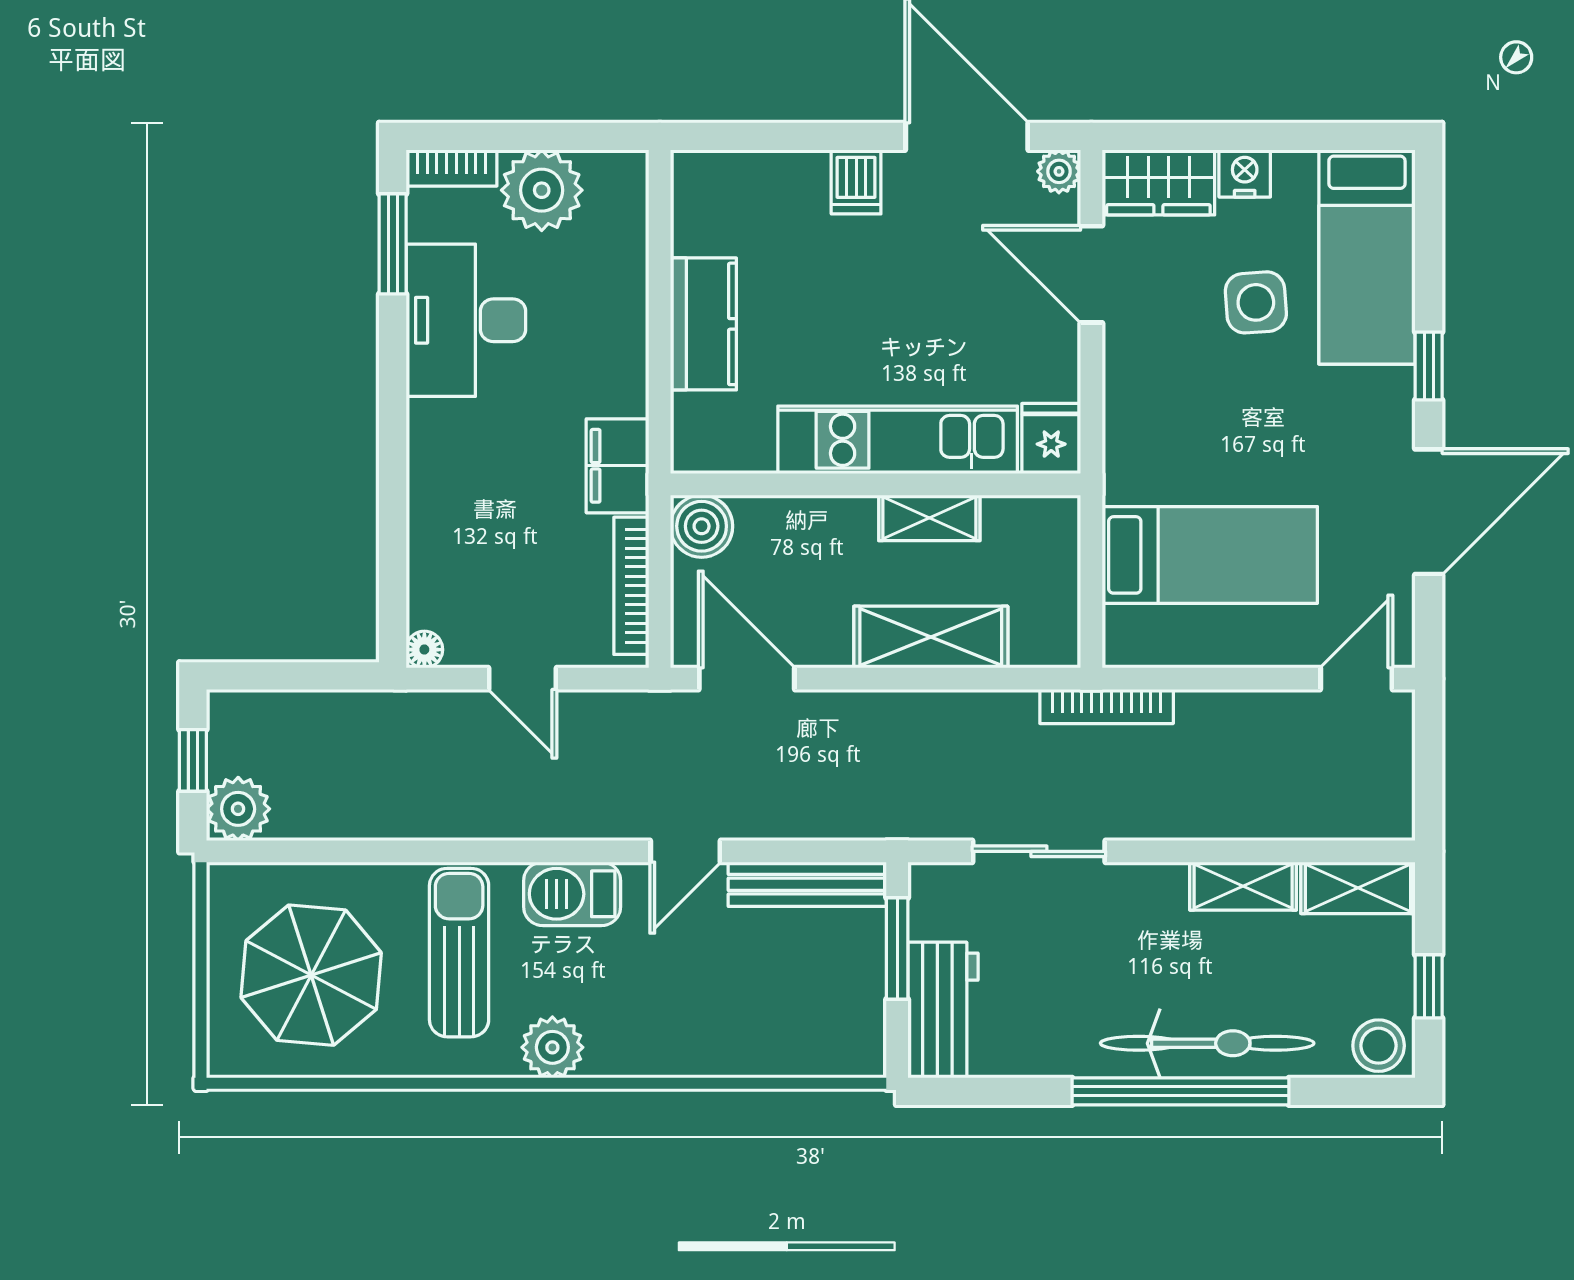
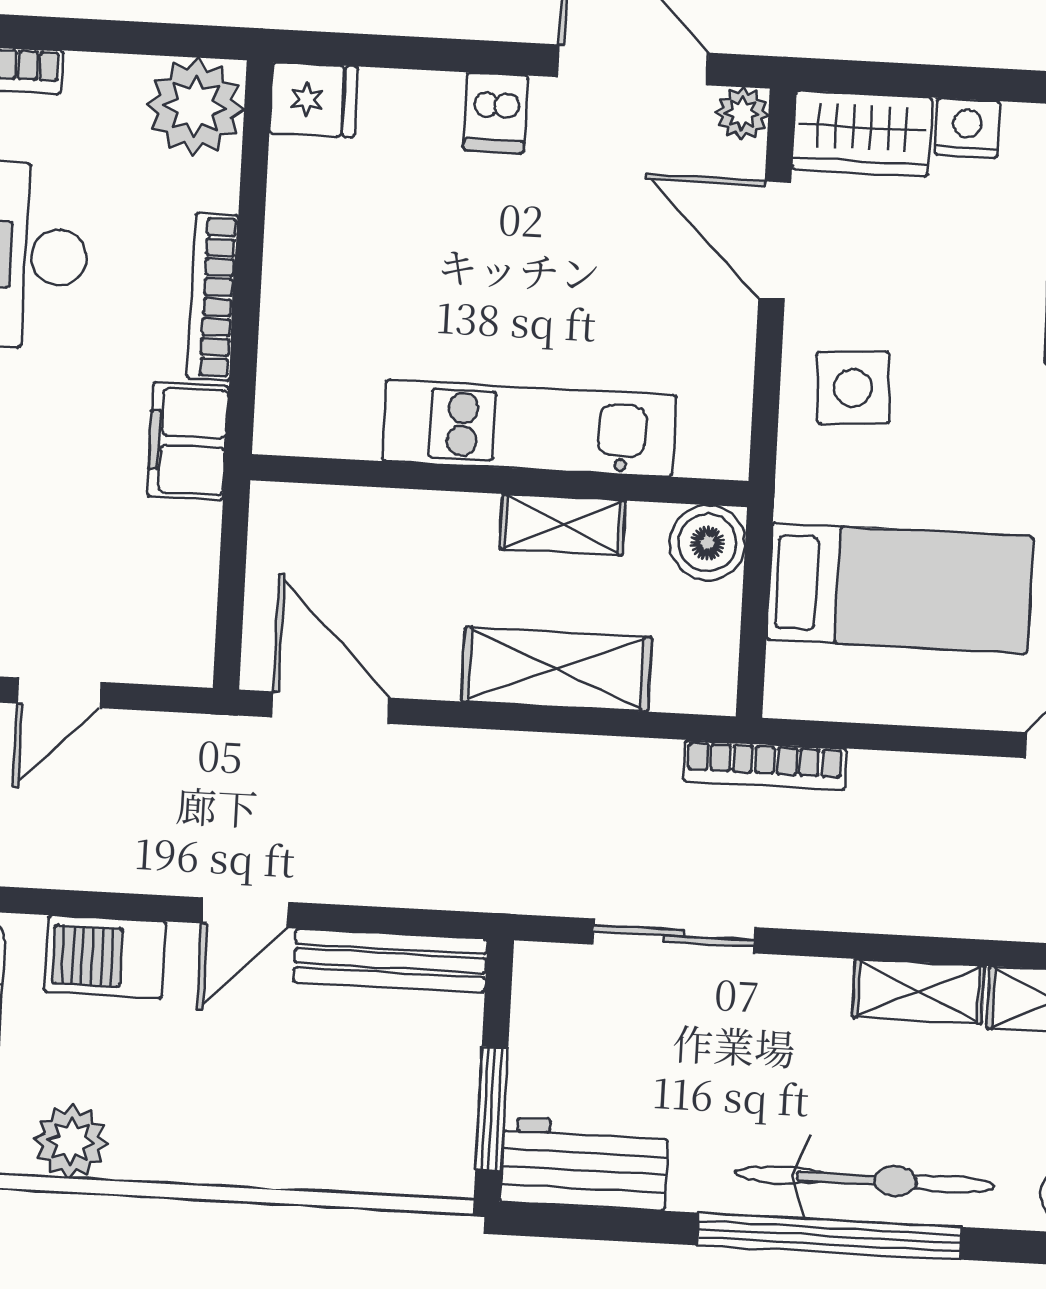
plant: (542, 190) -> (195, 107), moved
side table: (1256, 302) -> (853, 388), moved
kitchen counter: (703, 324) -> (302, 275), removed
fridge: (1051, 438) -> (314, 100), moved, turned 90
boiler: (702, 526) -> (707, 543), moved
bookcase: (631, 586) -> (213, 297), moved
door: (522, 679) -> (59, 693), hinge flipped
window: (897, 948) -> (492, 1109), moved
workbench: (943, 1010) -> (584, 1164), moved, turned -90

